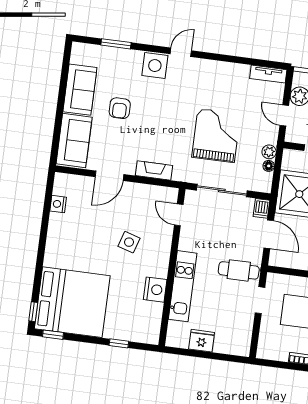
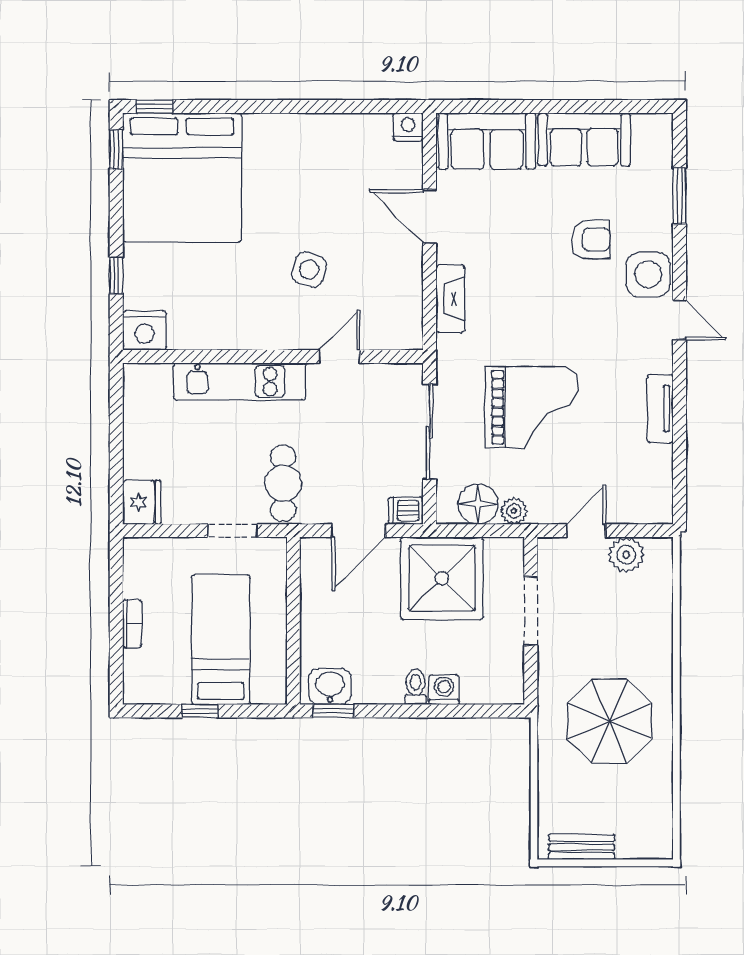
tv unit: (268, 74) -> (660, 409), moved
armchair: (120, 108) -> (591, 240), moved, turned 180
floor lamp: (269, 166) -> (478, 504), width x1.89, depth x1.89
nightstand: (58, 204) -> (408, 127), moved
door: (179, 215) -> (339, 357), moved
nightstand: (155, 290) -> (144, 331), moved
fridge: (202, 341) -> (142, 502), moved

